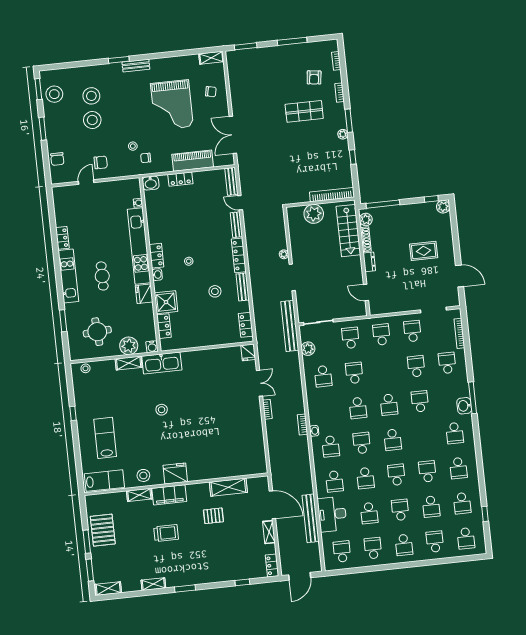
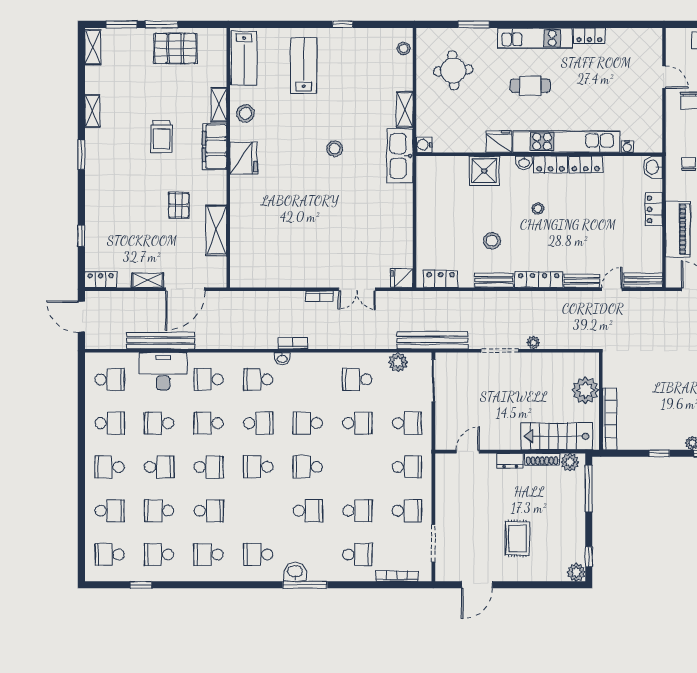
locker: (164, 326) -> (586, 164), moved
plant: (129, 346) -> (429, 112), removed
lab bench: (105, 438) -> (304, 66), turned -90

